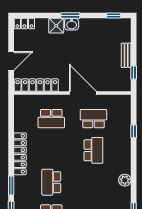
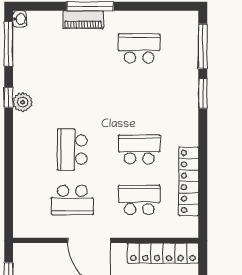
window: (134, 131) -> (9, 97), moved
locker: (20, 154) -> (189, 181), moved
school desk: (51, 182) -> (139, 149), moved, turned -90

